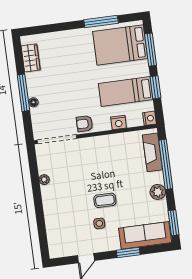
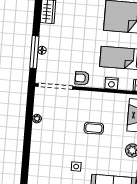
window: (23, 93) -> (34, 52), moved
coffee table: (105, 200) -> (94, 128), moved

